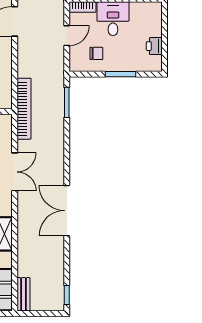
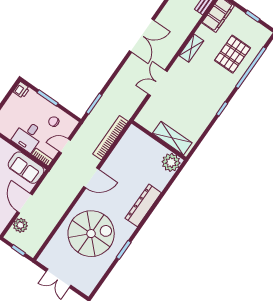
printer: (154, 46) -> (22, 90), moved
bookcase: (24, 109) -> (110, 138), moved

